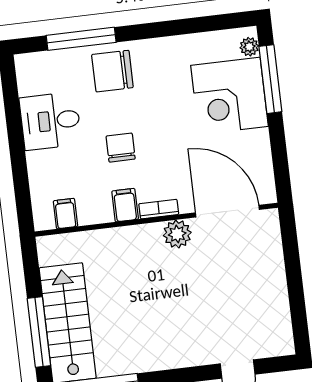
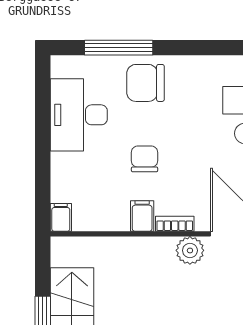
desk: (50, 121) -> (79, 115), width x1.37
filing cabinet: (65, 214) -> (61, 217), moved

